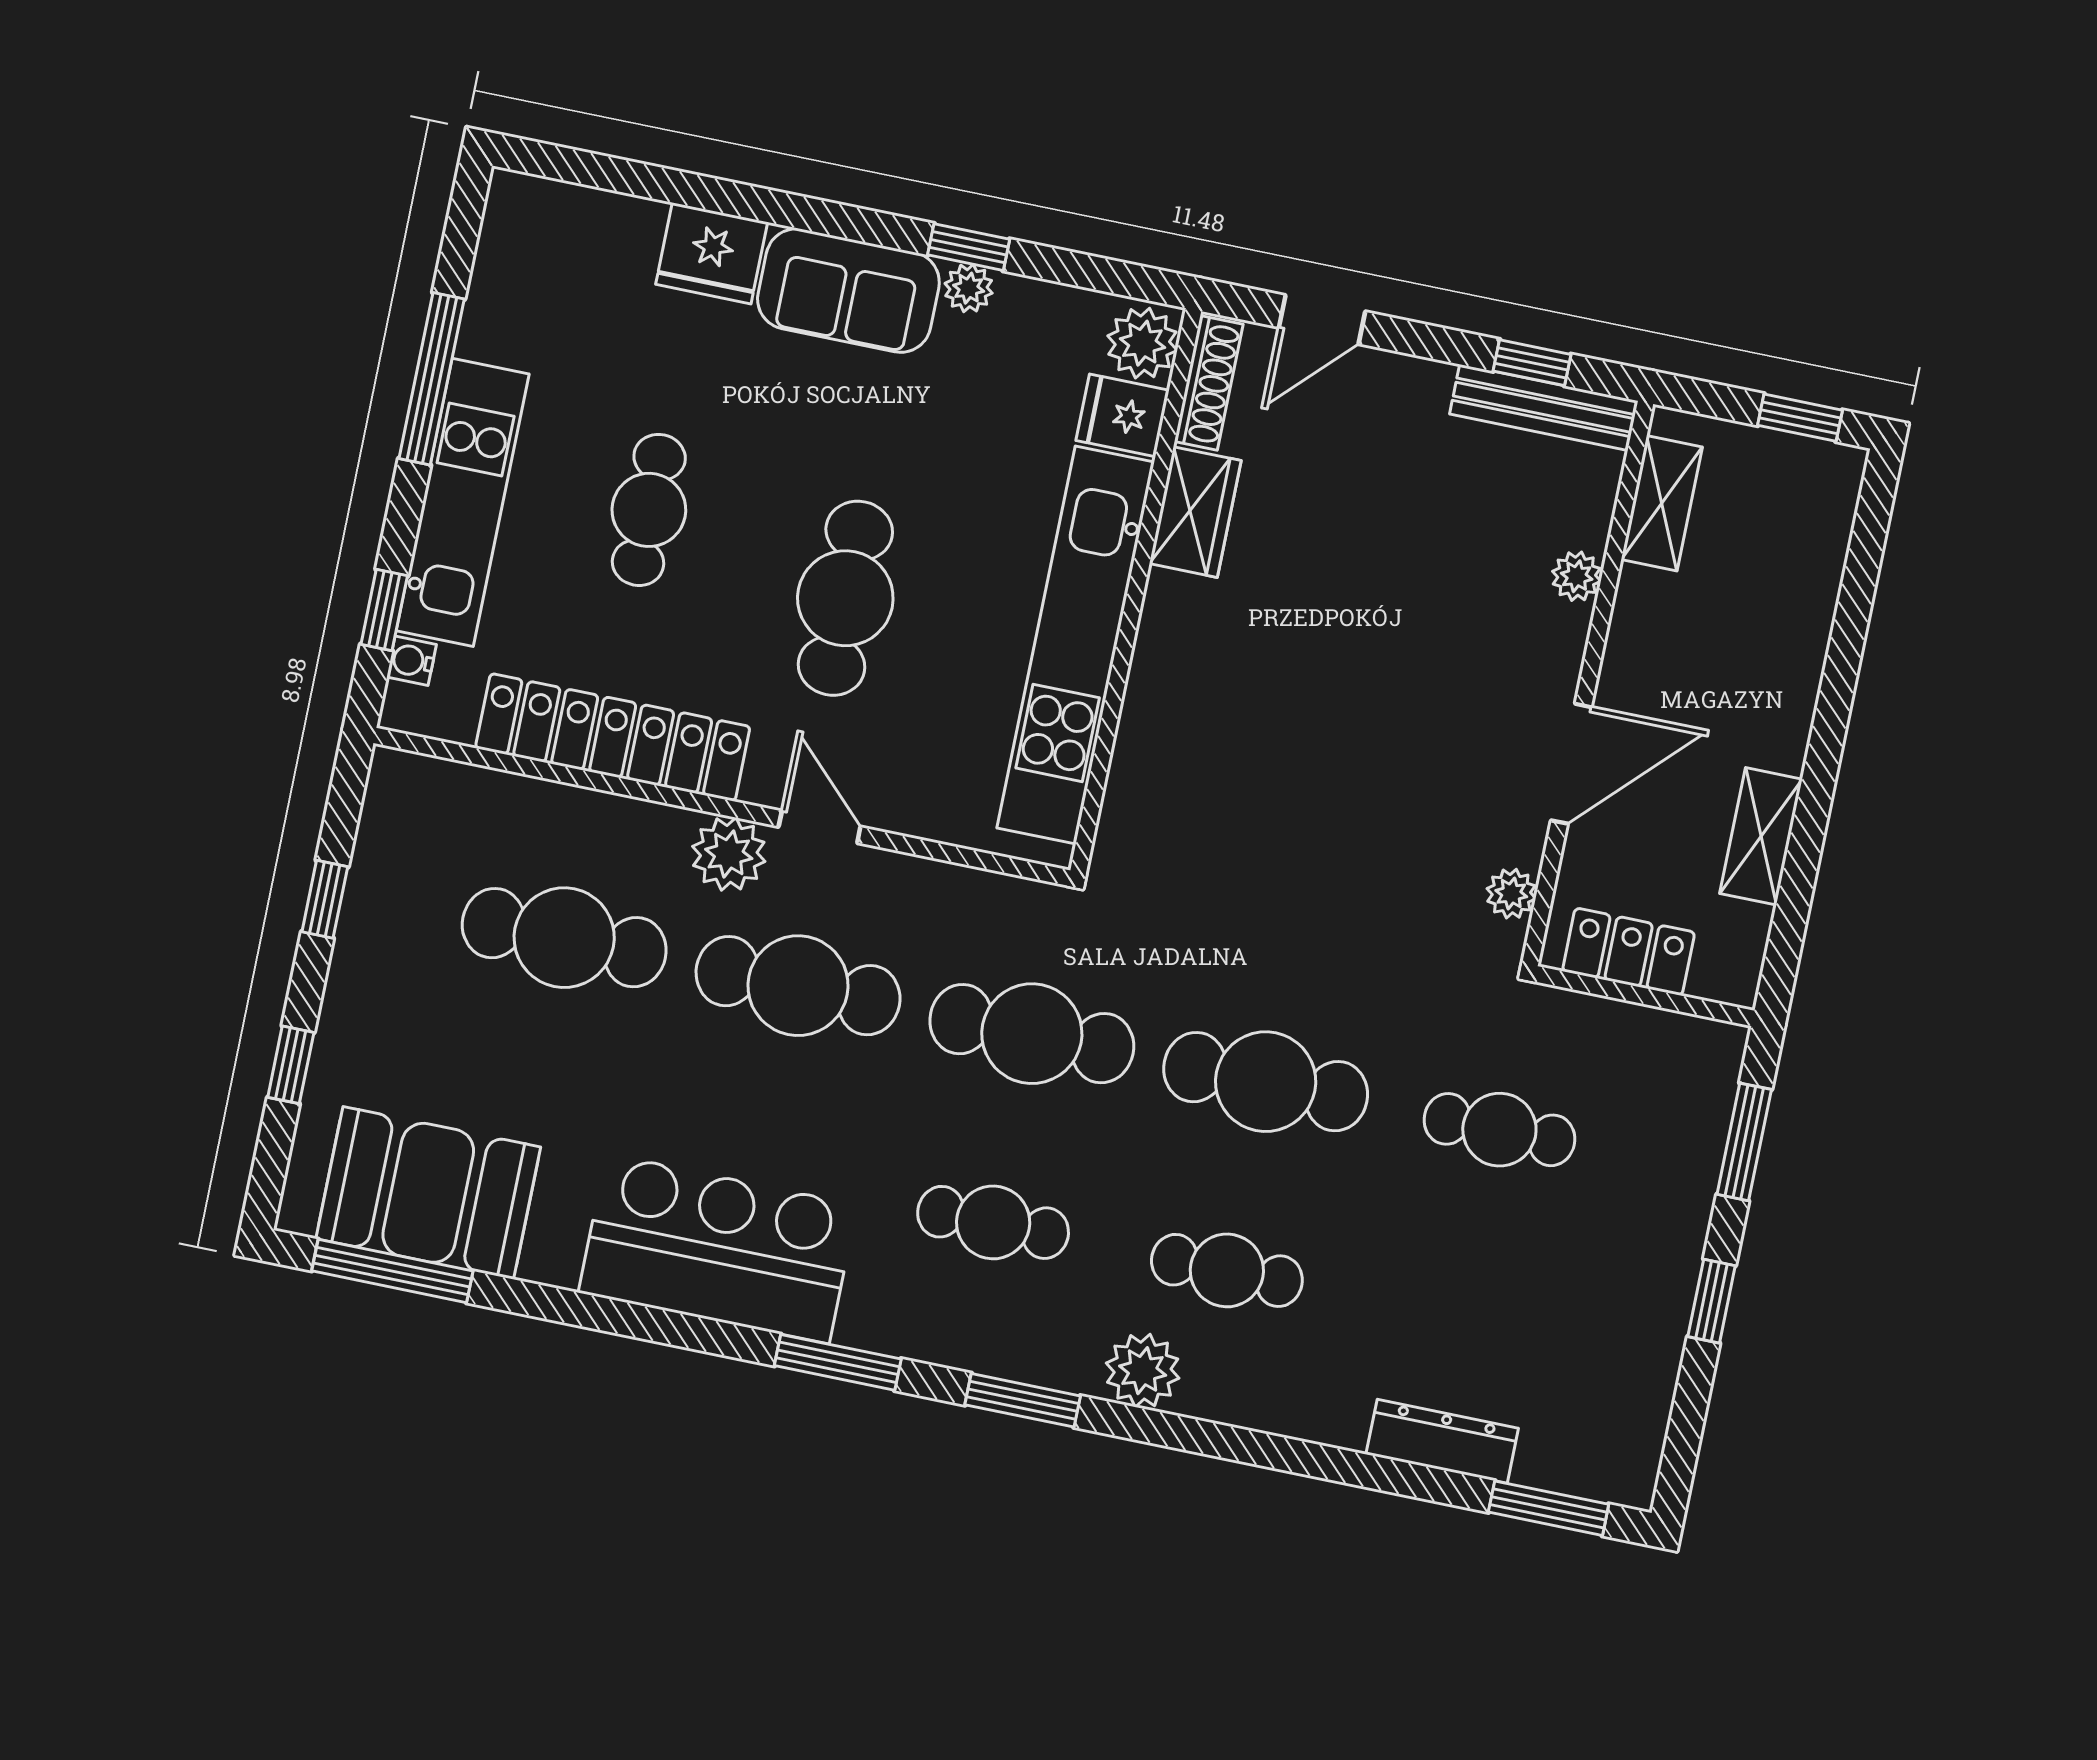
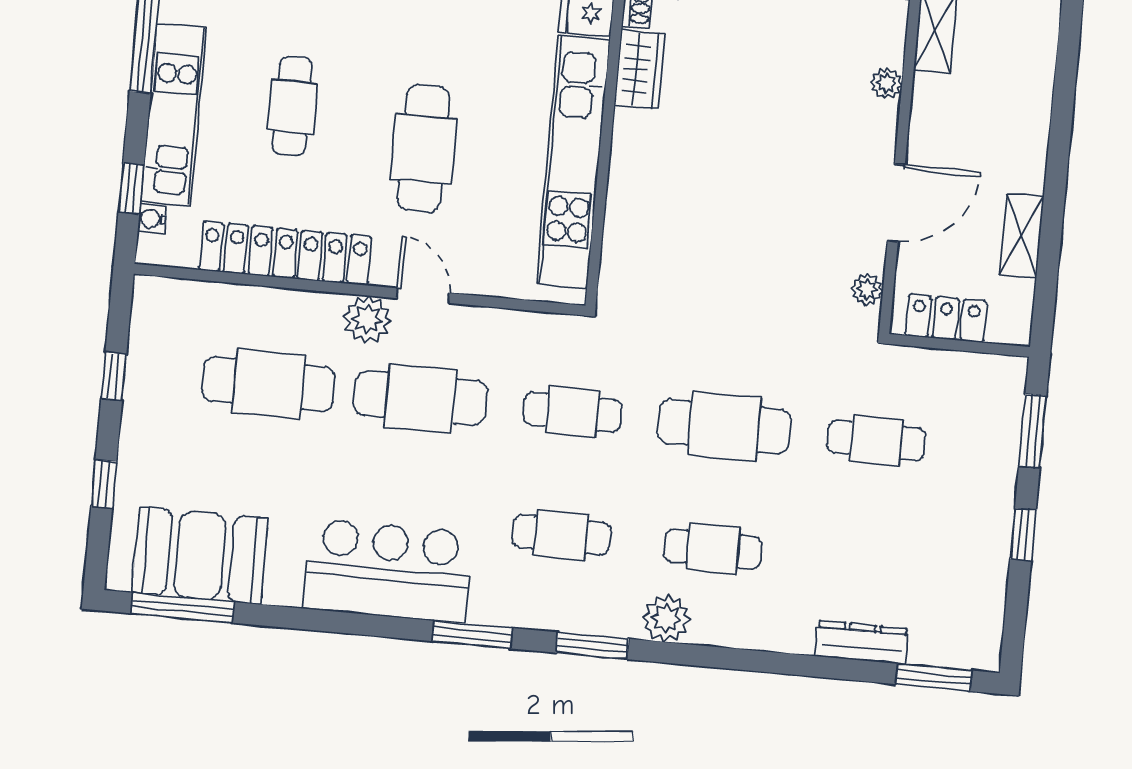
cafe table: (1032, 1034) -> (572, 412), width x0.73, depth x0.74

